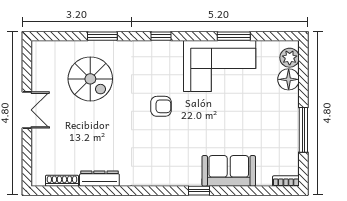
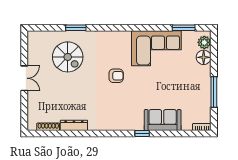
window: (161, 36) -> (116, 28), removed
window: (234, 36) -> (184, 28), moved

